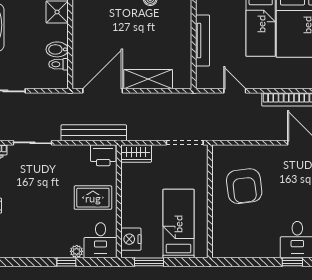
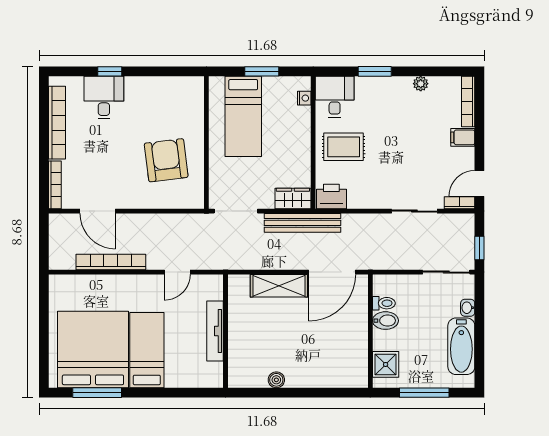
door: (235, 91) -> (177, 272), hinge flipped
bench: (94, 133) -> (303, 223), moved
nightstand: (131, 239) -> (304, 98), width x0.53, depth x0.56
plant: (77, 251) -> (421, 84), moved
window: (66, 262) -> (375, 71), width x1.50
window: (149, 262) -> (262, 71), moved

